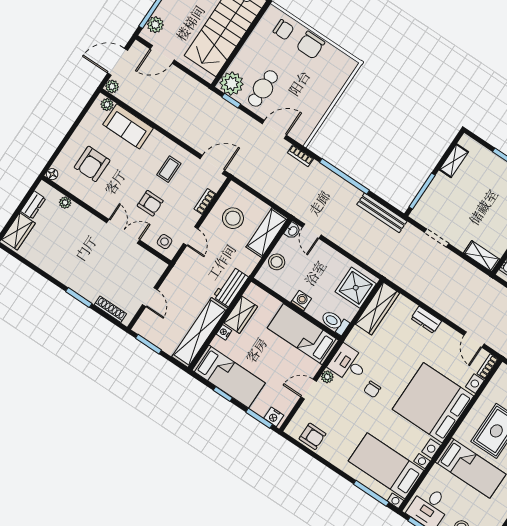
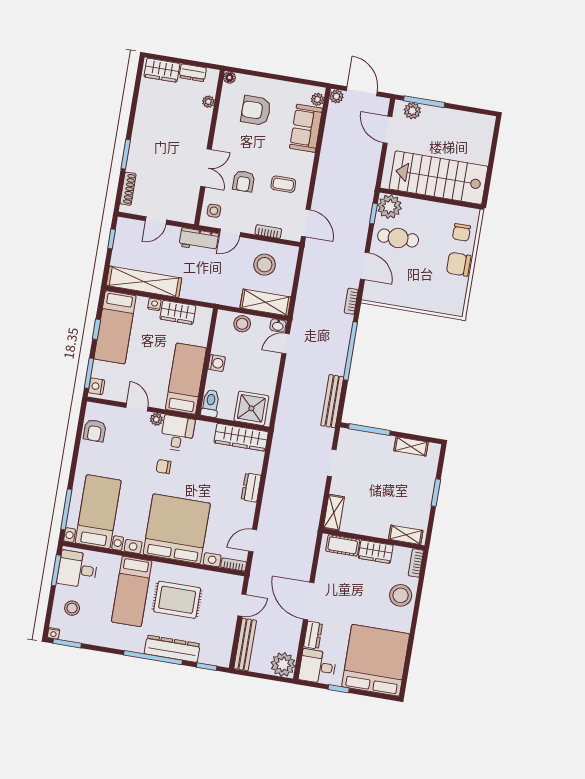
workbench: (231, 287) -> (199, 240), moved, turned 180
window: (148, 344) -> (112, 239), width x0.67

